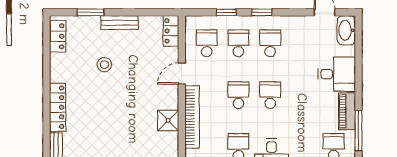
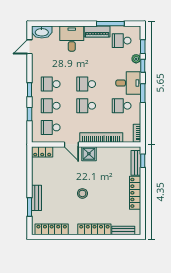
bench: (120, 23) -> (37, 198), moved
locker: (58, 36) -> (52, 229), width x1.53
stool: (104, 65) -> (82, 193), moved
shower: (168, 120) -> (89, 154), moved

